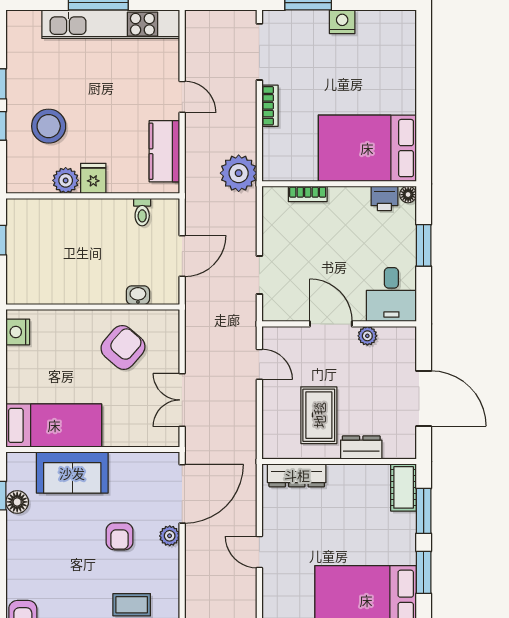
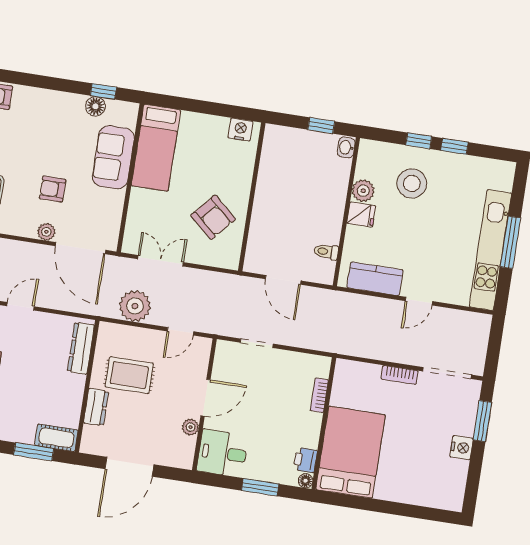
plant: (239, 173) -> (135, 306), moved
washbasin: (138, 295) -> (346, 147), moved, turned 180

